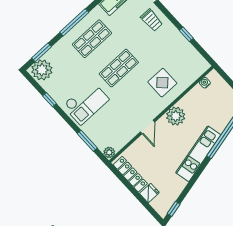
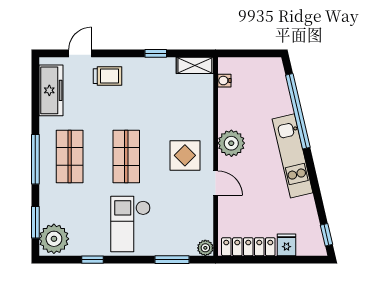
shelving: (199, 60) -> (195, 65), added
display table: (162, 83) -> (185, 155), moved
checkout: (86, 102) -> (131, 224), turned 180

